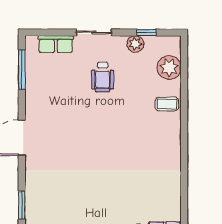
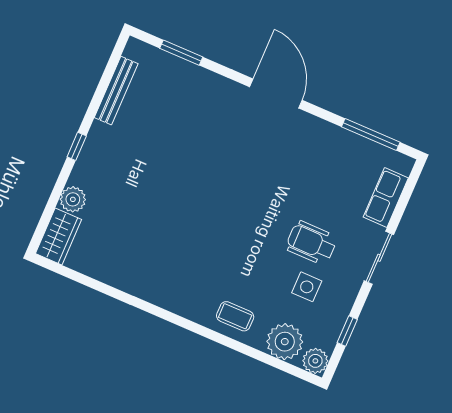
plant: (135, 44) -> (315, 361), moved
side table: (130, 69) -> (307, 287), added
coffee table: (167, 104) -> (235, 316), turned 90

